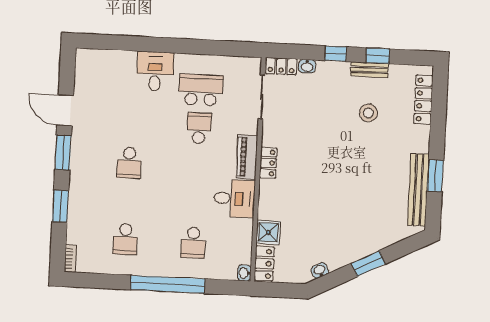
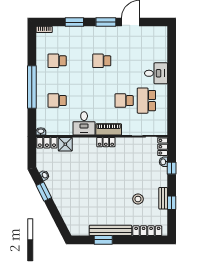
window: (336, 54) -> (172, 168), moved
school desk: (201, 90) -> (146, 101), turned 180
school desk: (199, 128) -> (124, 101), turned 180
bench: (418, 190) -> (110, 230), moved
window: (368, 264) -> (44, 192), moved

